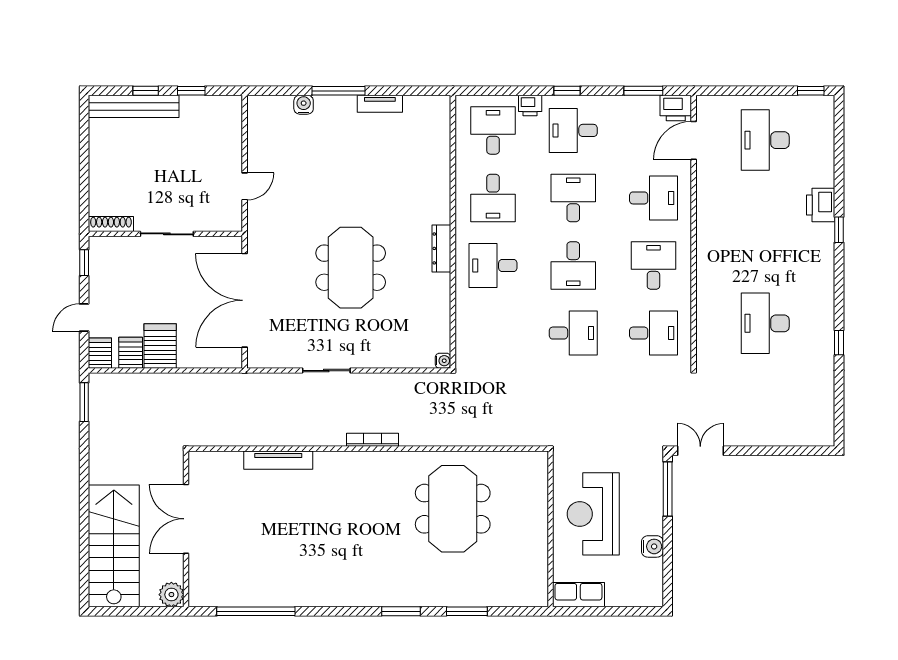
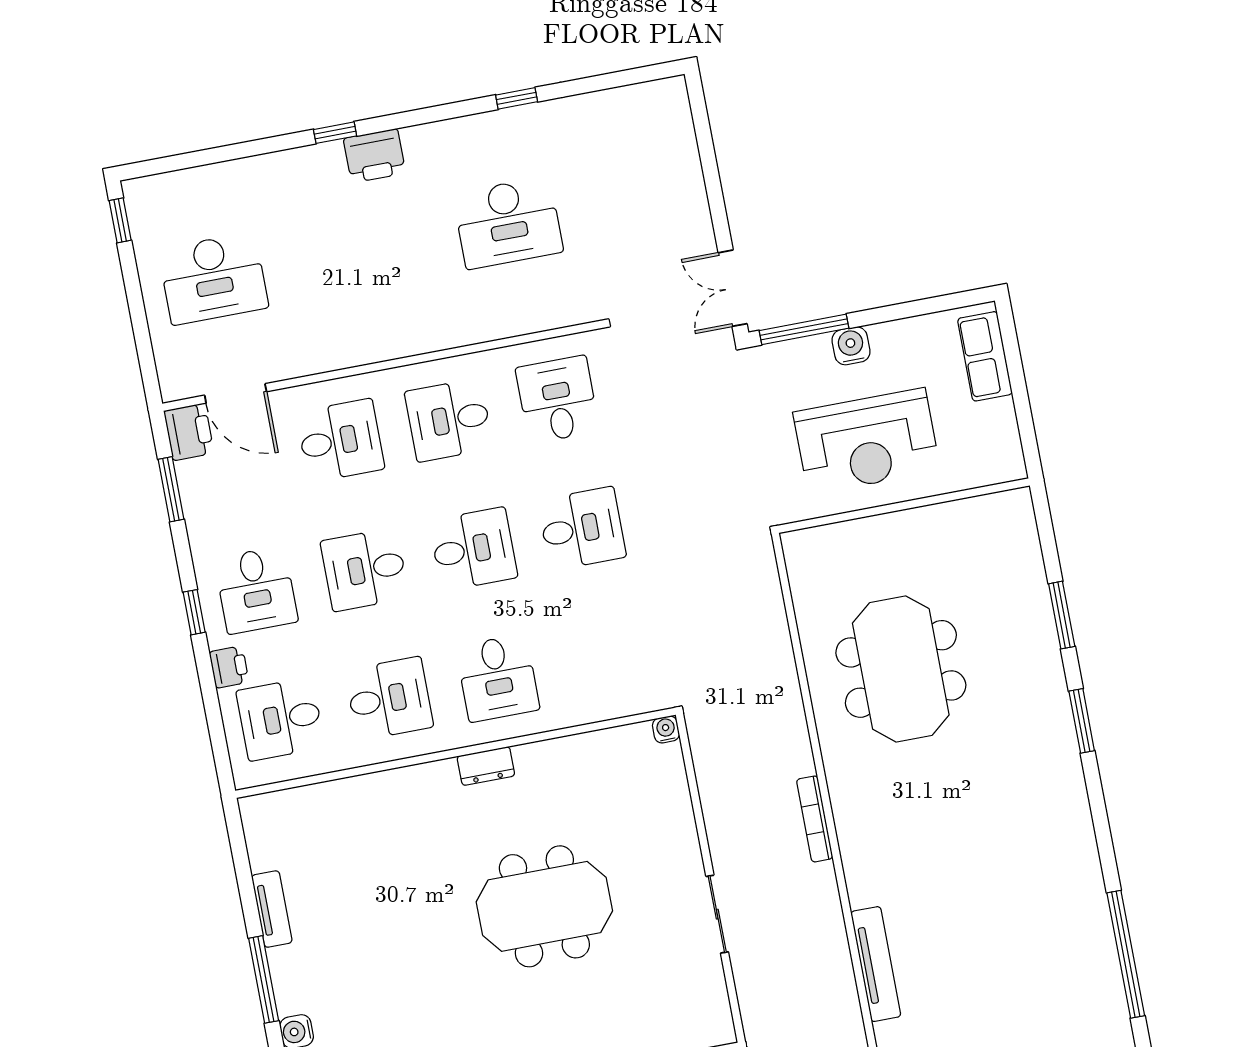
desk: (653, 198) -> (340, 441), turned 90
printer: (821, 205) -> (374, 156), moved
dresser: (441, 248) -> (486, 766), width x0.70
desk: (573, 333) -> (582, 529), turned 90
meeting table: (453, 509) -> (901, 669), turned 90
water cooler: (652, 546) -> (851, 346), moved
row of seats: (578, 595) -> (985, 356), moved

